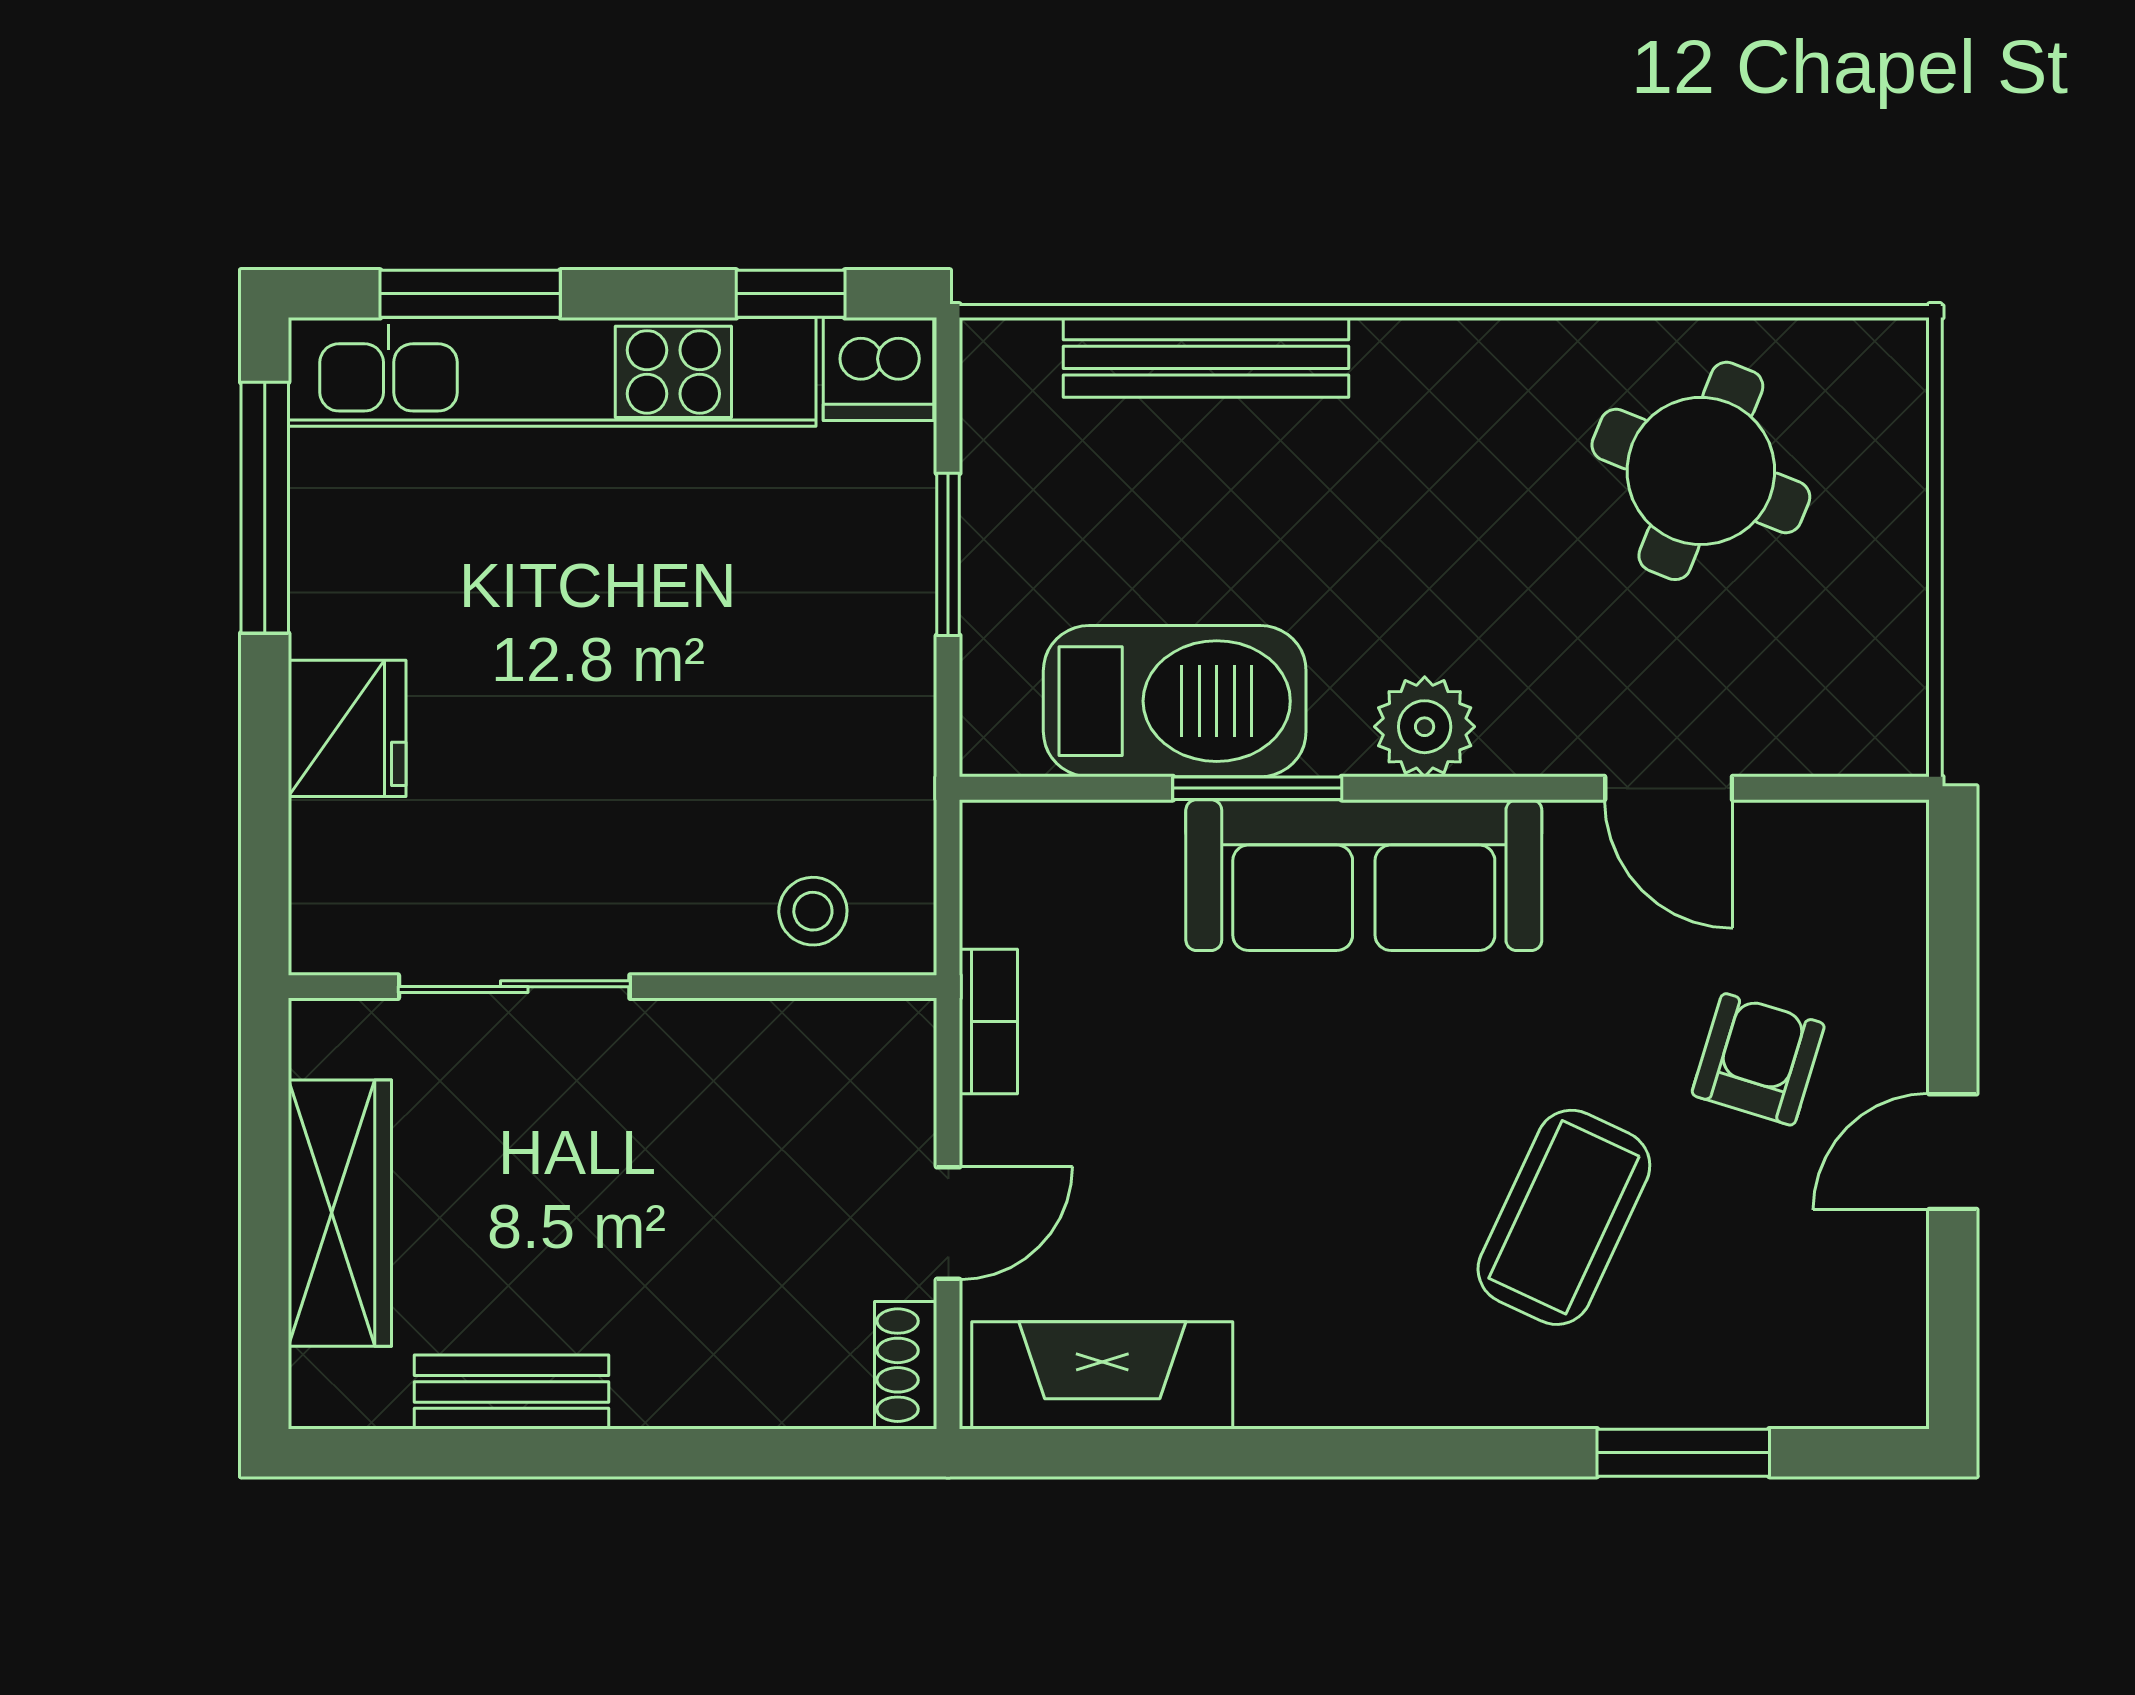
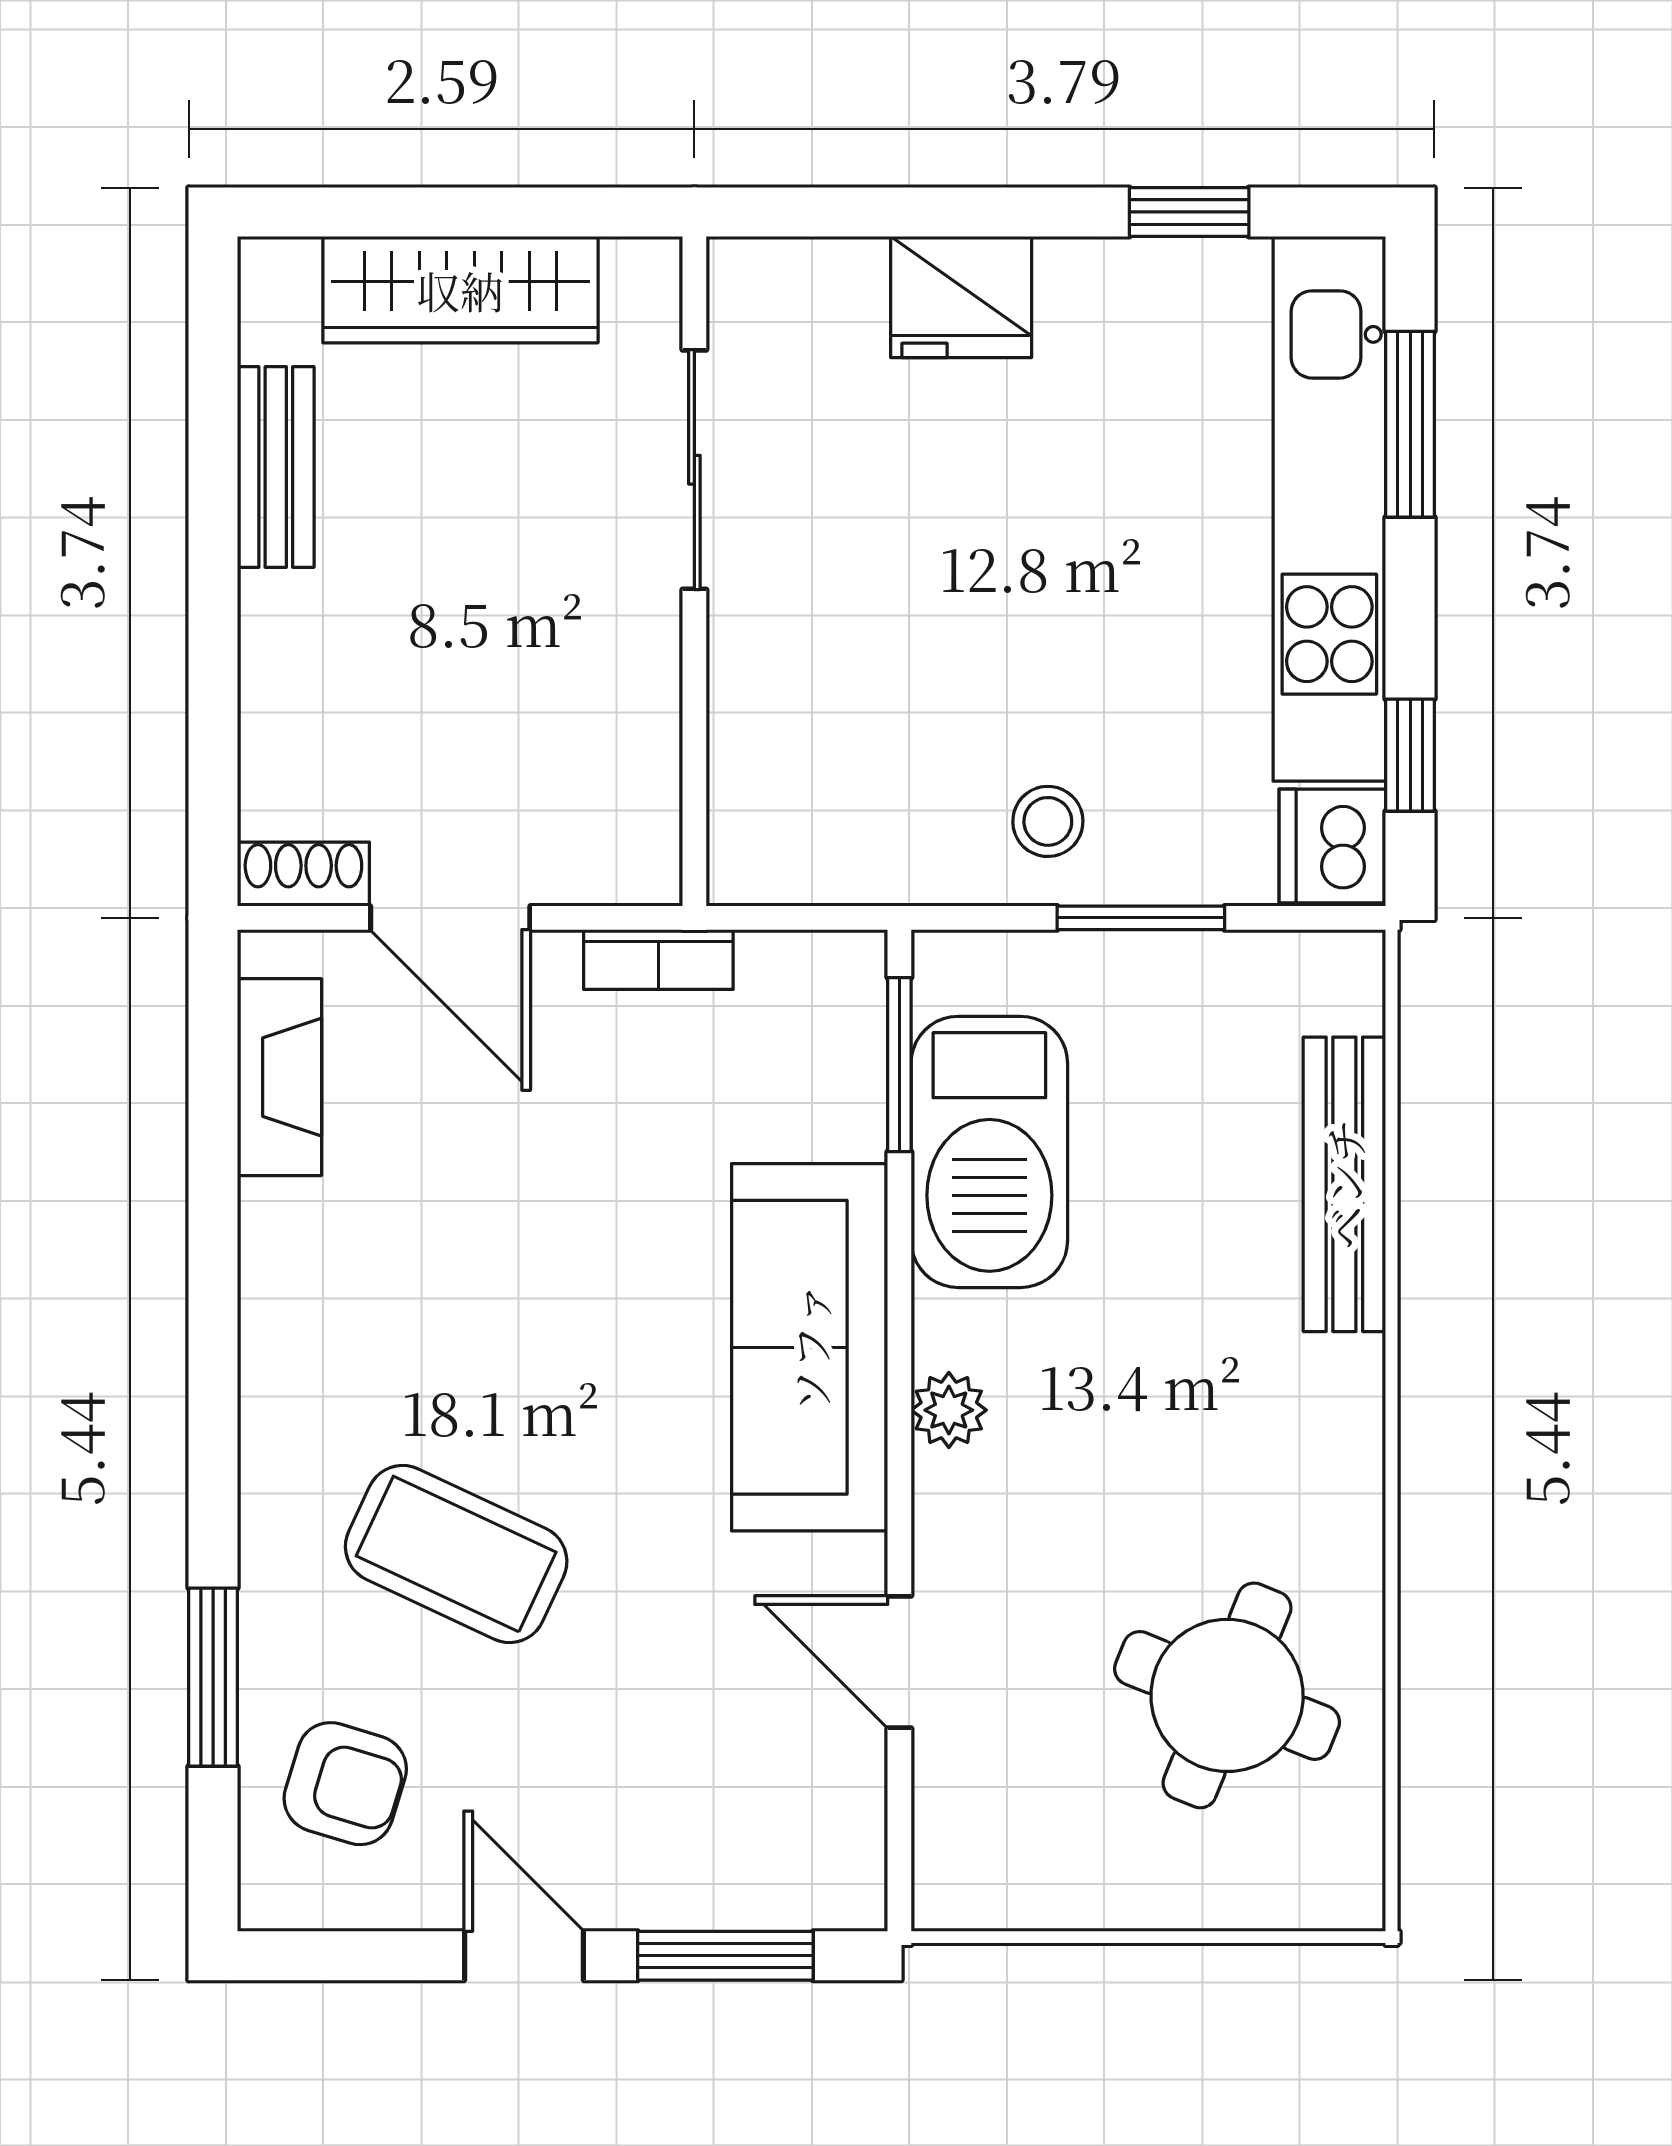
window: (265, 508) -> (1189, 212), width x0.46
plant: (1425, 727) -> (949, 1410), width x0.73, depth x0.73
window: (1257, 788) -> (899, 1065), moved
door: (1669, 788) -> (899, 1662), hinge flipped
stool: (813, 911) -> (1048, 821), moved
window: (1953, 957) -> (725, 1956), added
armchair: (1758, 1059) -> (345, 1784), moved
door: (948, 1223) -> (450, 918), width x1.38
fireplace: (1102, 1375) -> (279, 1077), width x0.73, depth x0.76

